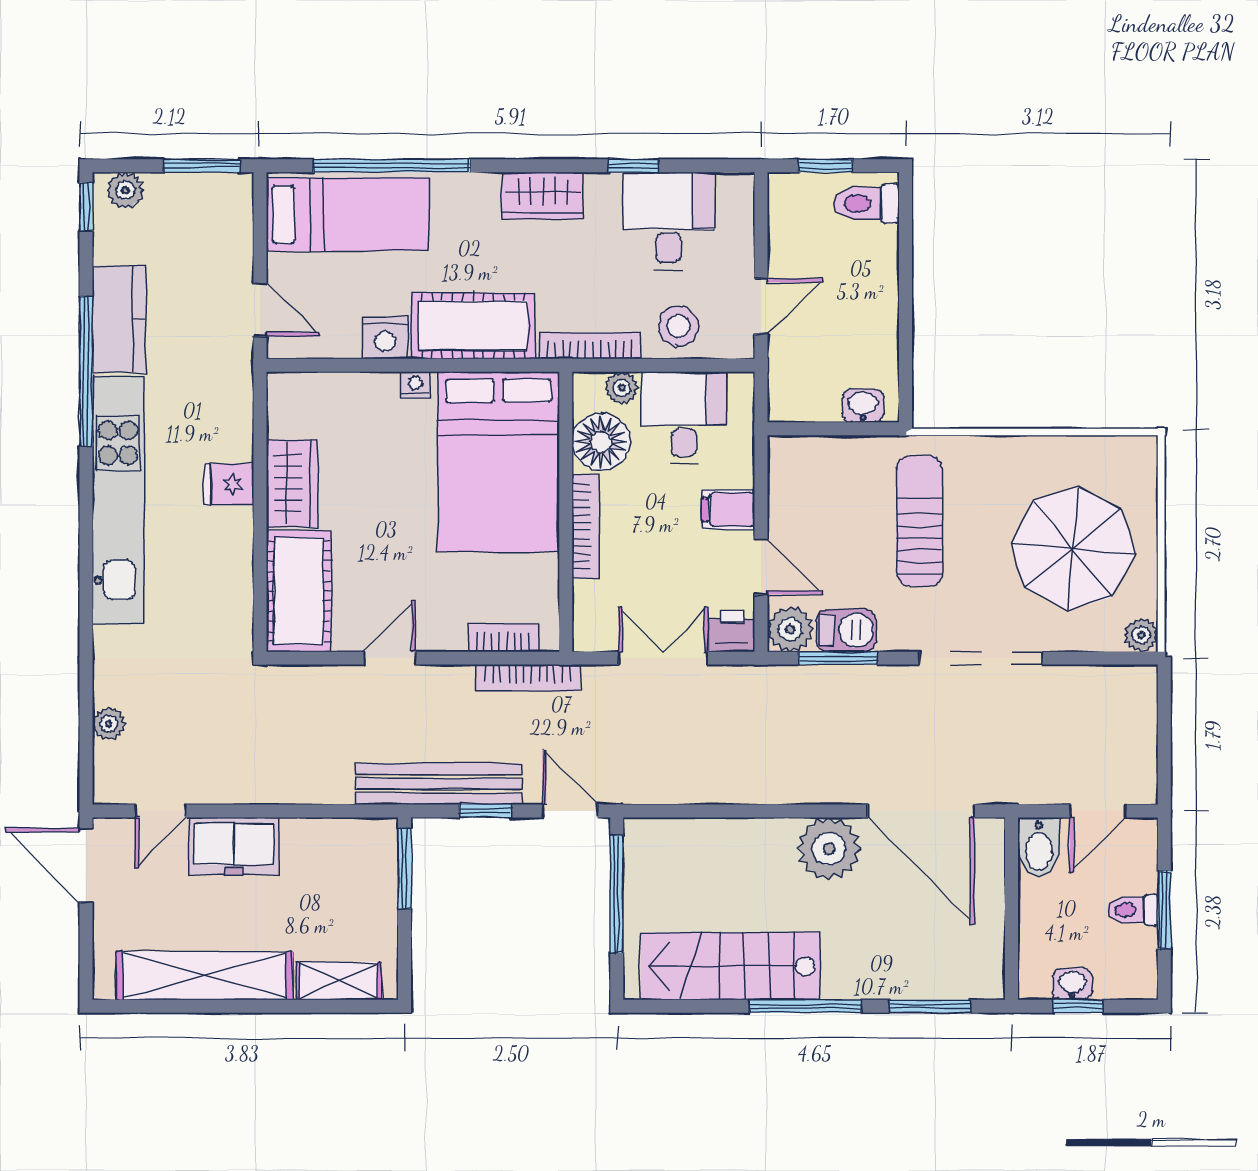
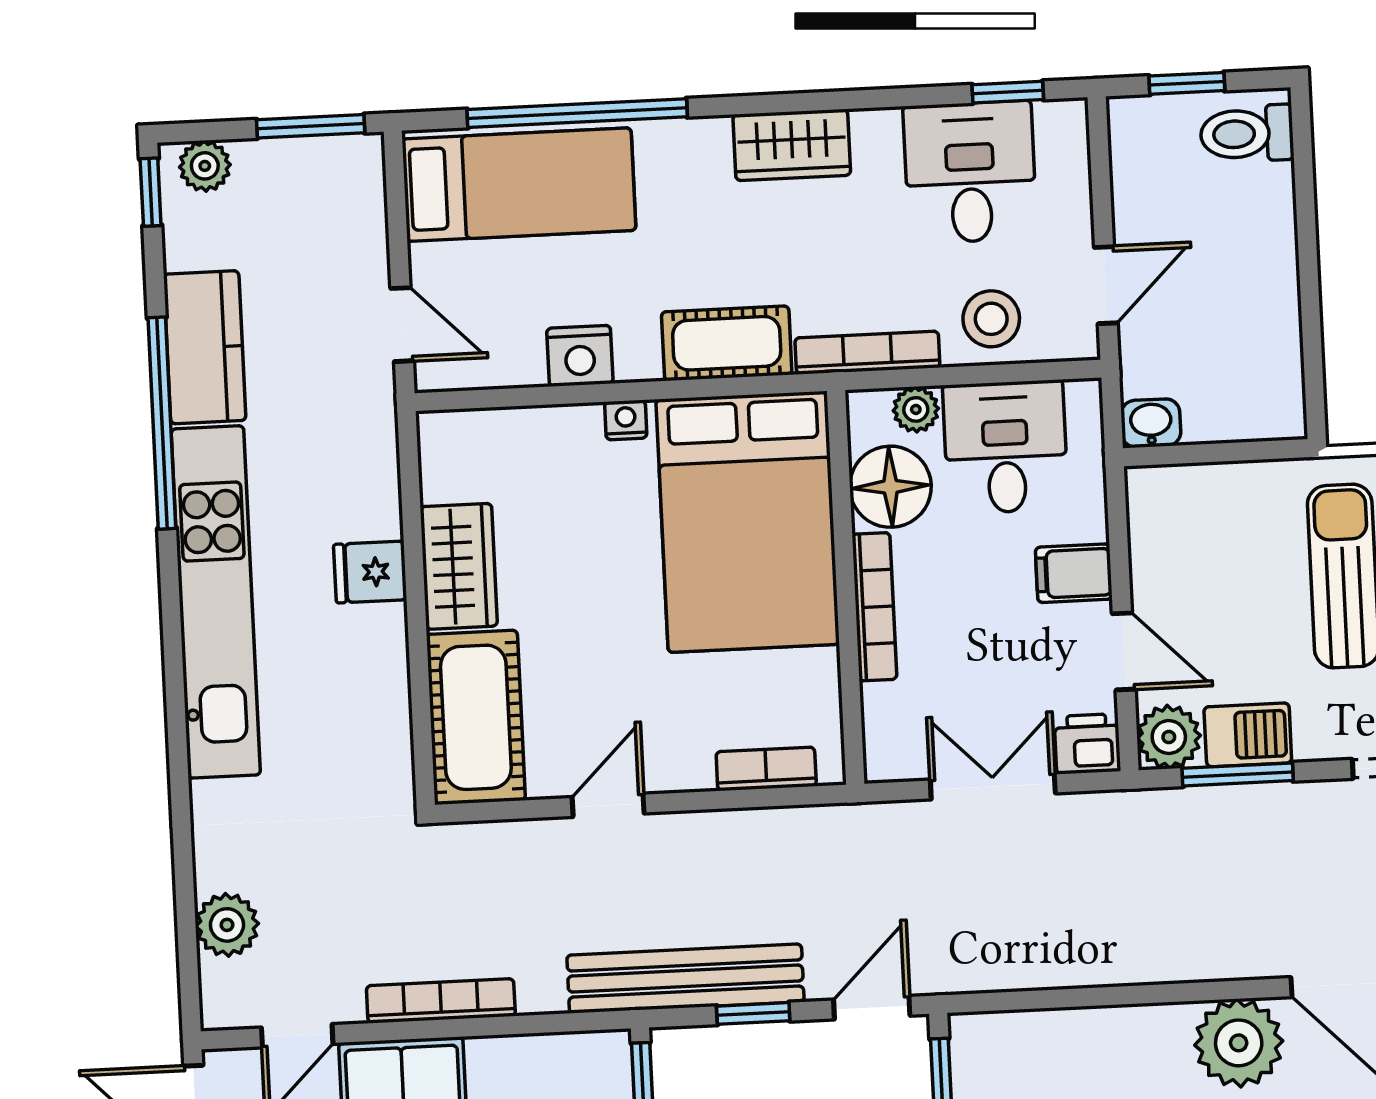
window: (633, 166) -> (1008, 92), moved
cot: (473, 326) -> (727, 343), width x0.73, depth x0.75
washbasin: (863, 406) -> (1151, 423), moved
bookcase: (528, 678) -> (441, 1001), moved, turned 180
plant: (109, 724) -> (227, 925), width x1.38, depth x1.38
door: (570, 811) -> (872, 1008), hinge flipped

